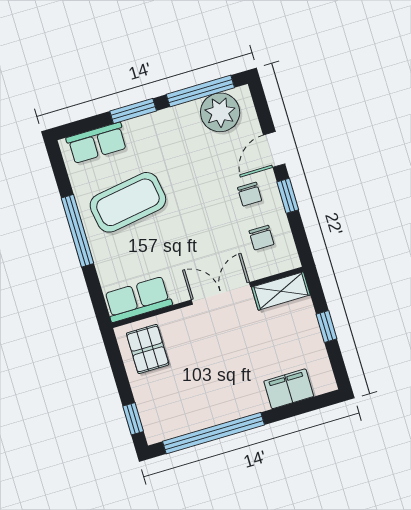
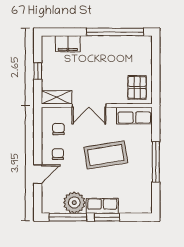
plant: (220, 112) -> (74, 203), moved
row of seats: (97, 143) -> (102, 206), moved
window: (288, 196) -> (38, 147), removed
coffee table: (128, 202) -> (106, 155), moved
window: (133, 419) -> (156, 52), removed

